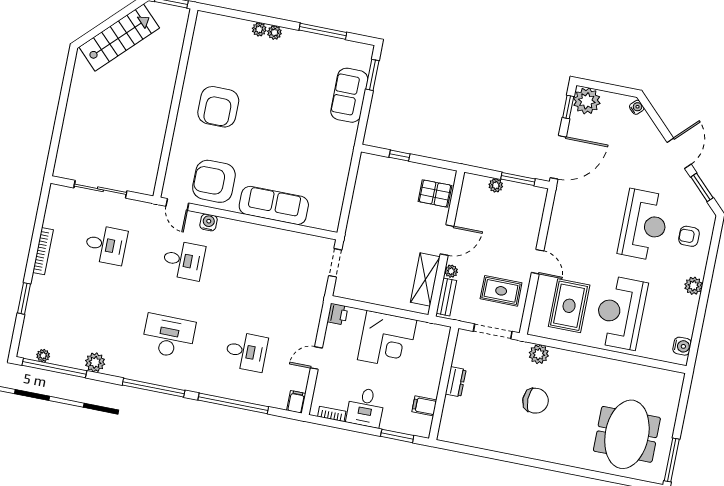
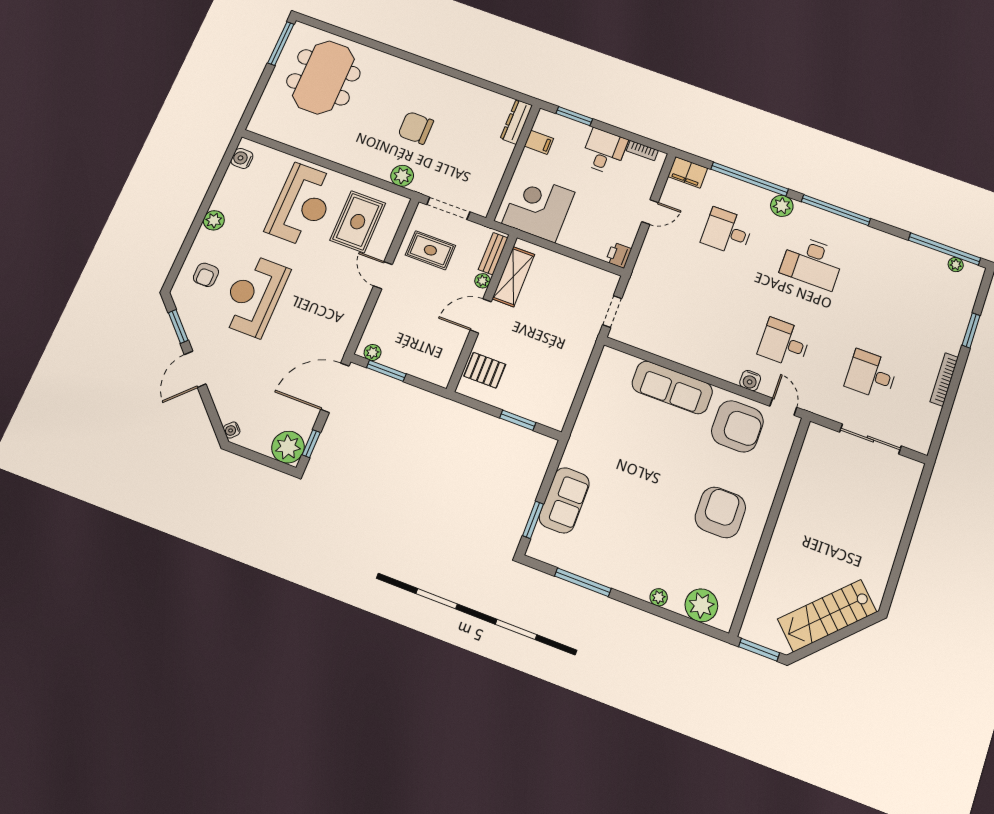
plant: (274, 33) -> (701, 605), moved, width x1.88, depth x1.88
window: (400, 156) -> (518, 420), width x1.50
plant: (496, 185) -> (373, 352), moved
armchair: (689, 236) -> (206, 275), turned 90
corner desk: (387, 340) -> (538, 208), moved
plant: (95, 362) -> (782, 206), moved
dresser: (456, 382) -> (516, 122), moved, width x1.44
filing cabinet: (296, 402) -> (688, 172), width x2.00

